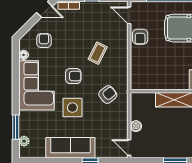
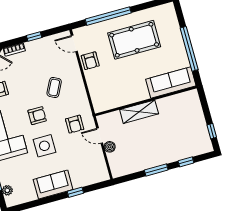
armchair: (108, 95) -> (75, 124), turned 129
sofa: (70, 148) -> (53, 185), width x0.73
door: (129, 148) -> (100, 136), moved

